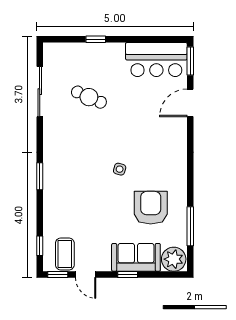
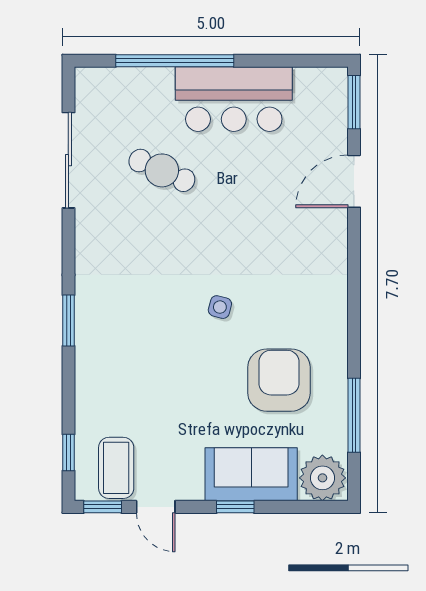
window: (96, 39) -> (175, 61), width x3.17
bar counter: (156, 59) -> (234, 99), moved

